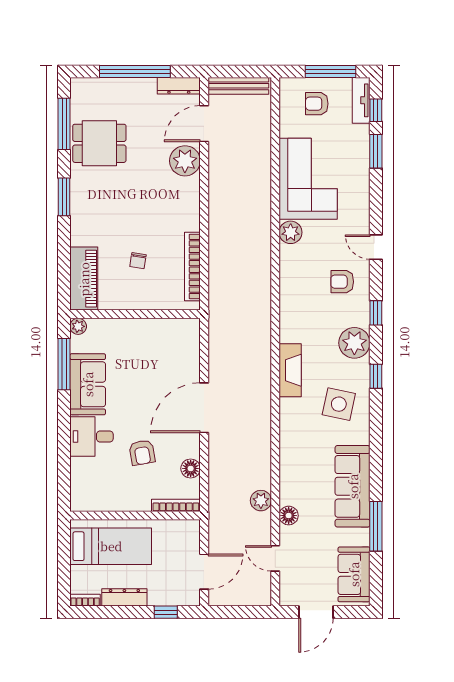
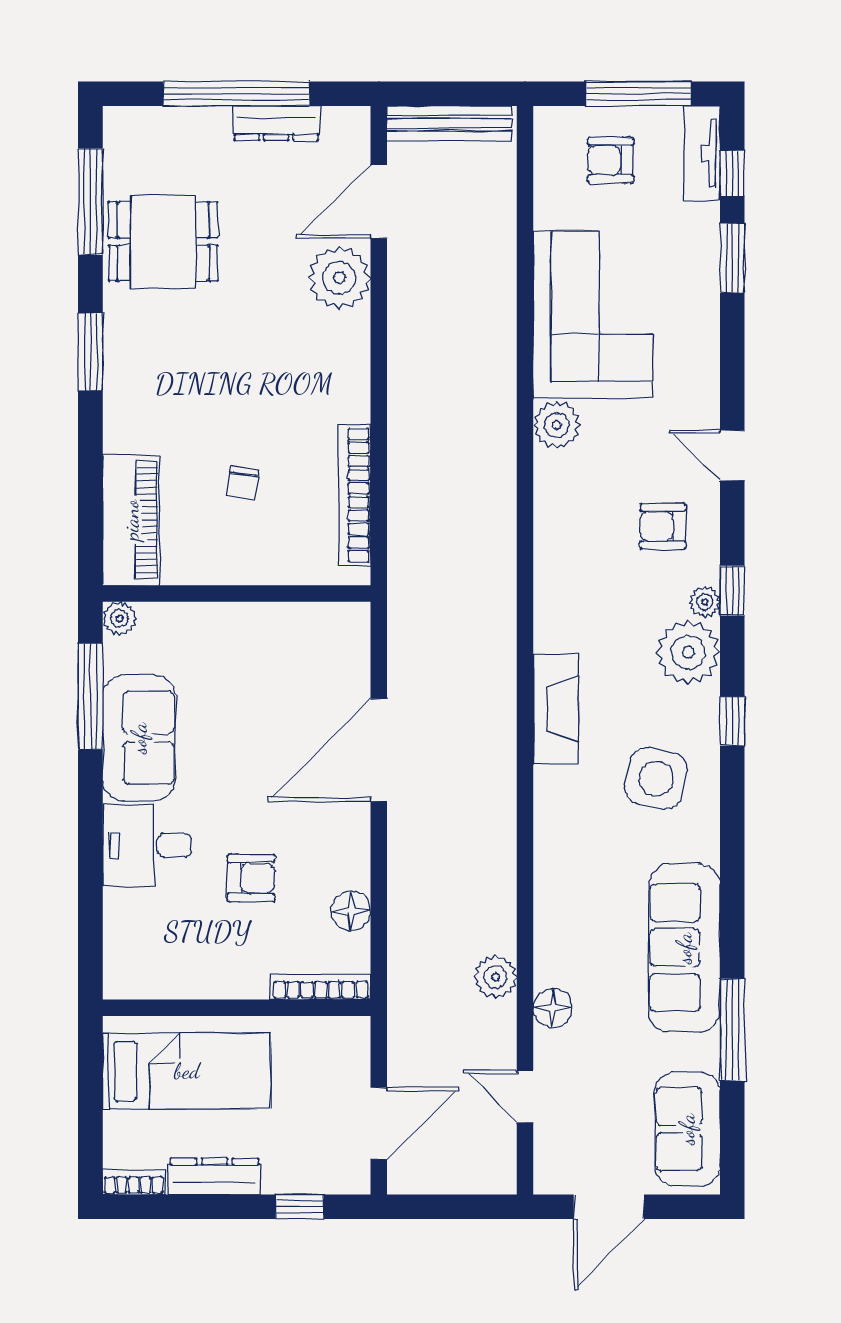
dresser: (179, 86) -> (276, 123), moved
plant: (363, 318) -> (705, 602), added
door: (204, 408) -> (379, 750), moved
armchair: (142, 452) -> (251, 878), turned -80

